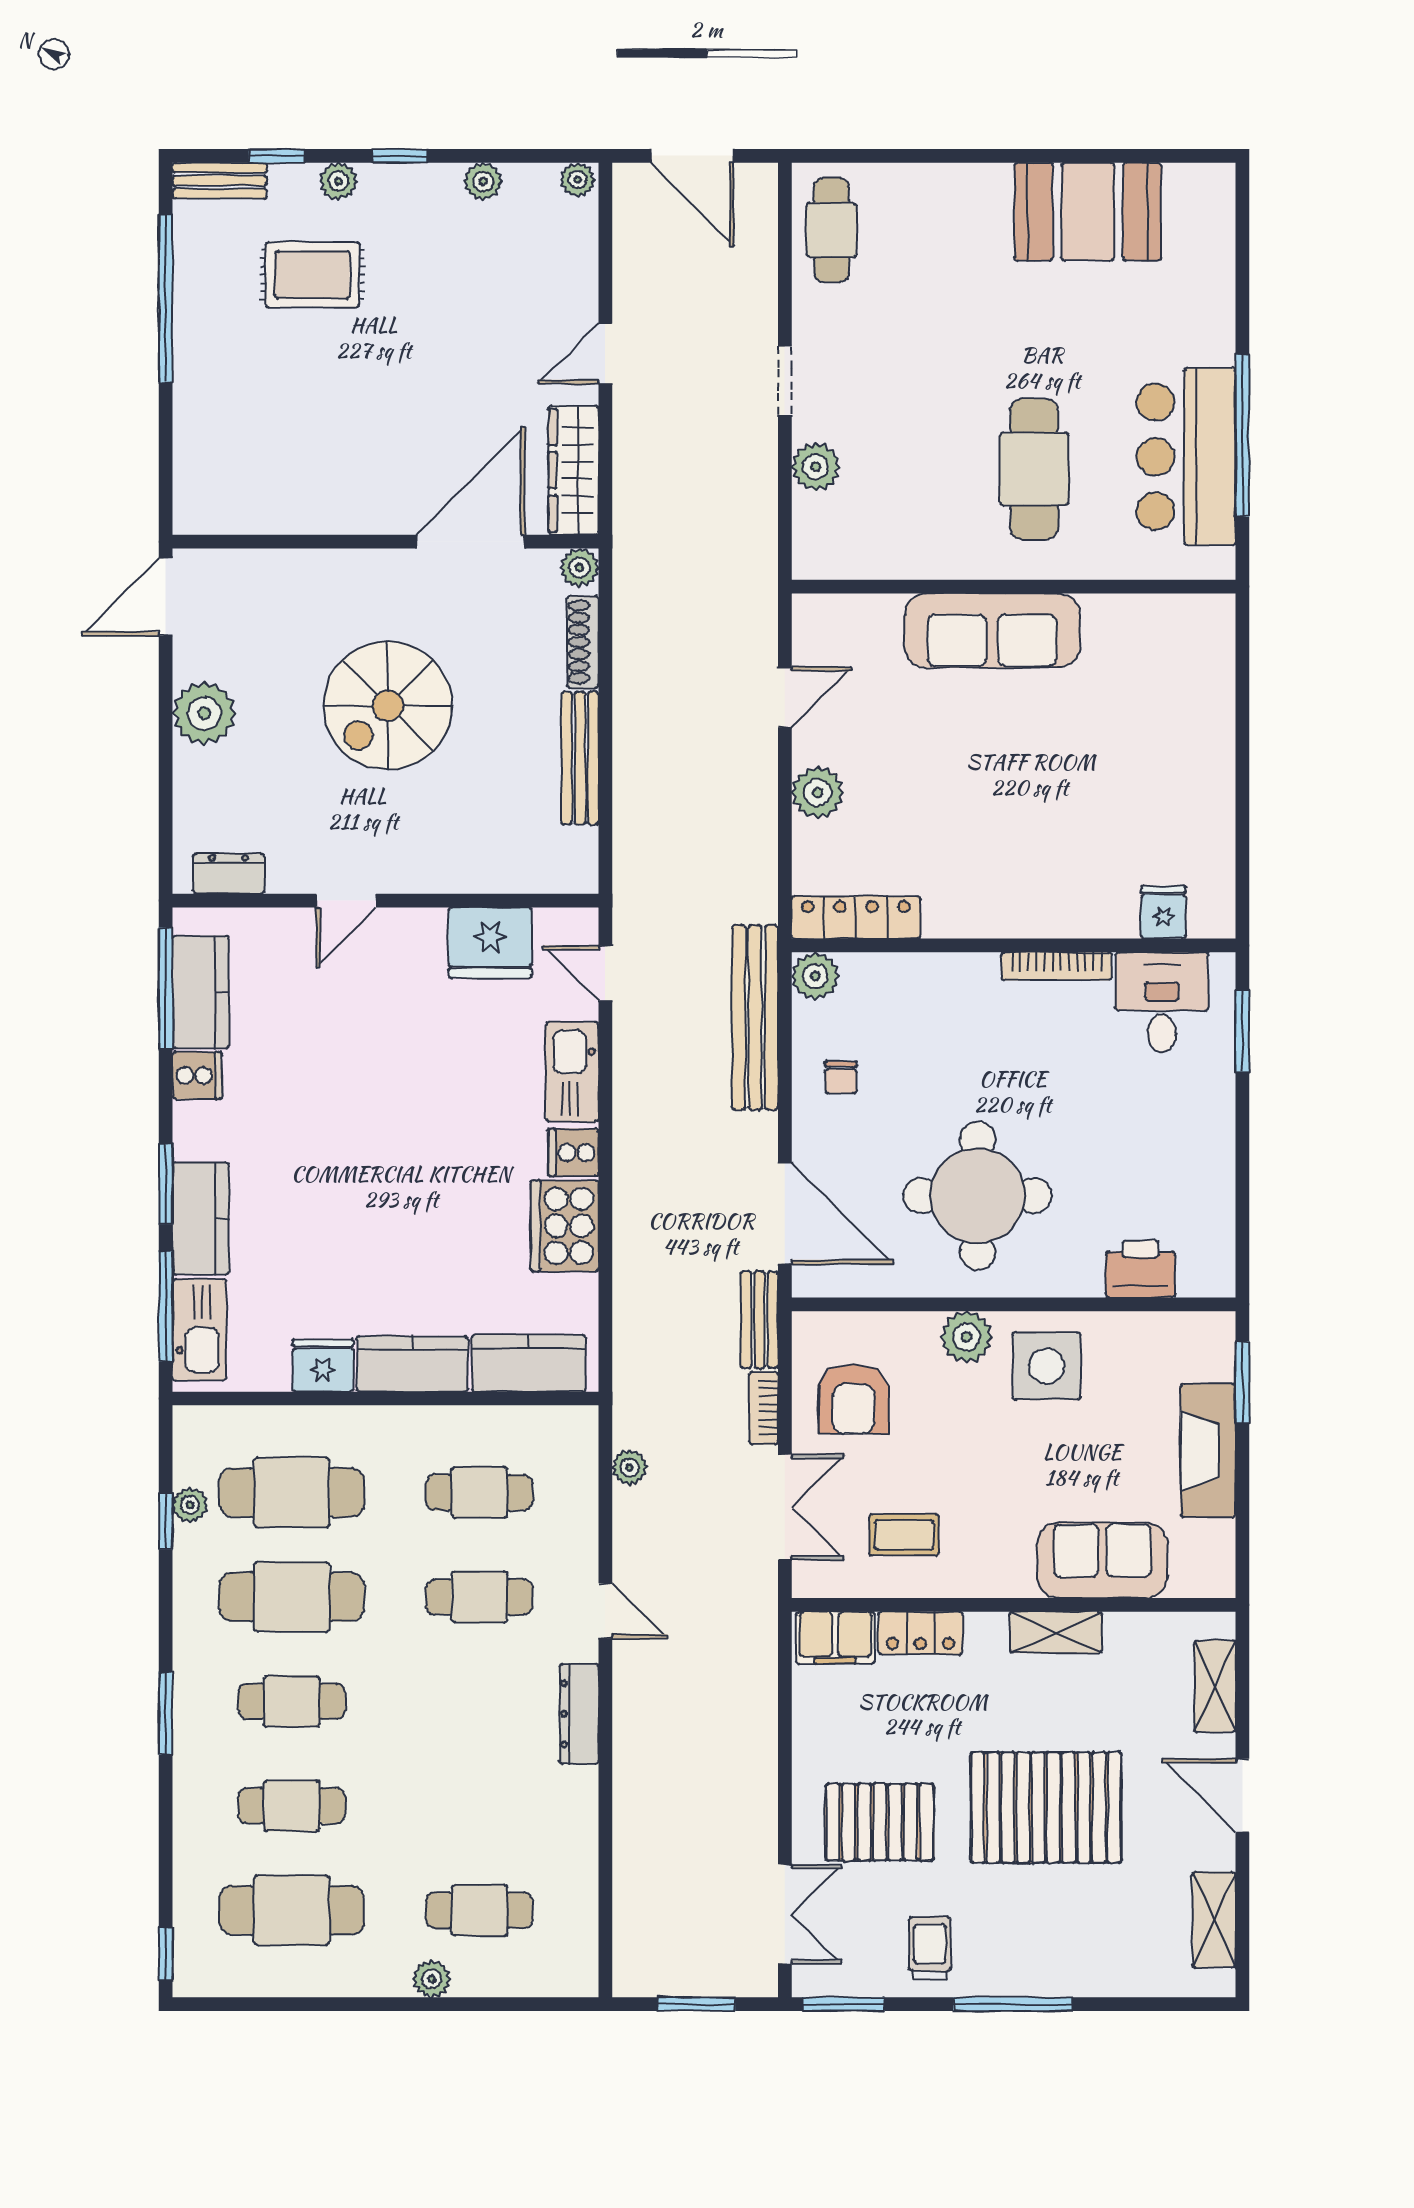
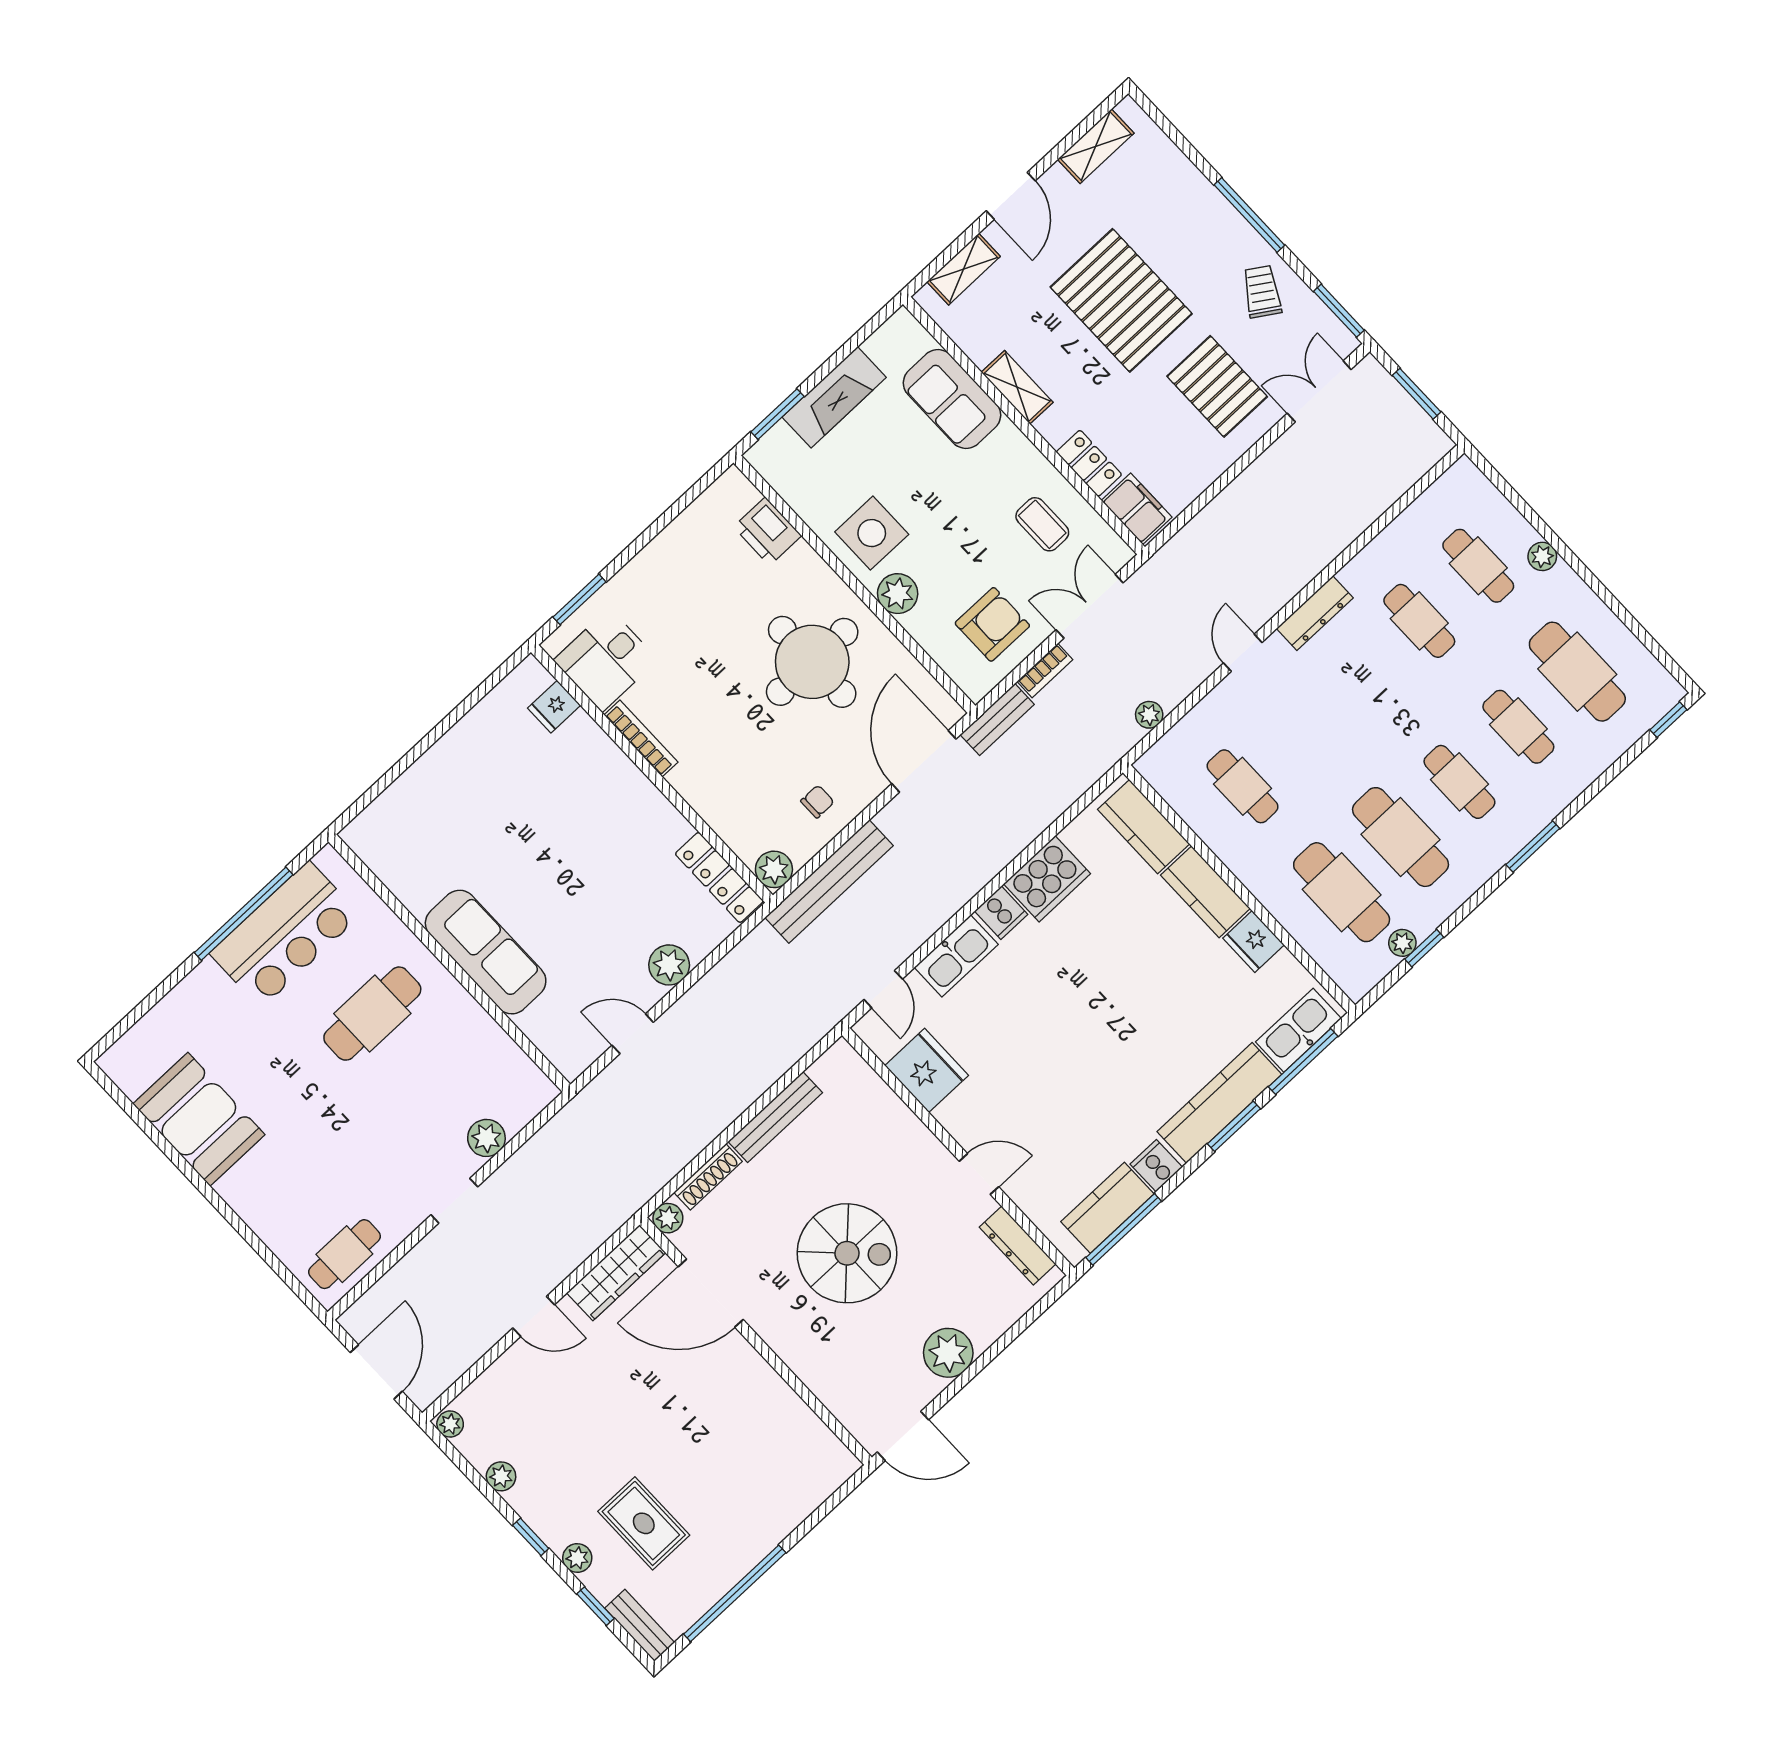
dresser: (229, 874) -> (1018, 1246), width x1.44
kitchen counter: (201, 1219) -> (1219, 1103), width x1.50
cafe table: (479, 1597) -> (1419, 621), moved
trolley: (930, 1948) -> (1262, 292), turned 123

